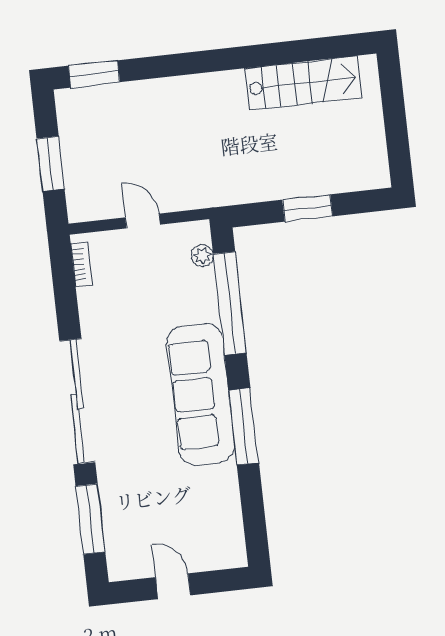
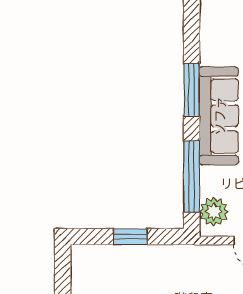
plant: (202, 256) -> (214, 212), width x1.88, depth x1.88

